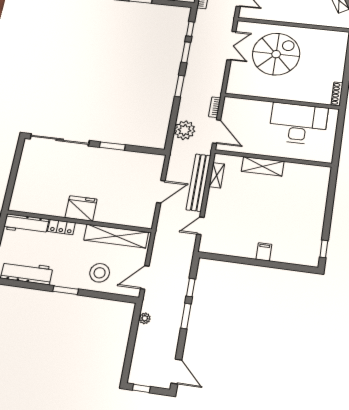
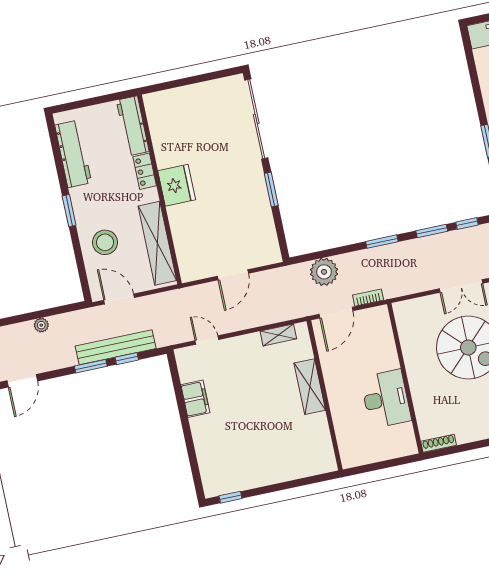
desk: (298, 124) -> (386, 399), width x0.73, depth x0.77
bench: (199, 183) -> (116, 347), moved
door: (161, 192) -> (233, 275), hinge flipped
filing cabinet: (264, 252) -> (195, 399), moved, width x2.00
plant: (145, 318) -> (41, 325), moved

